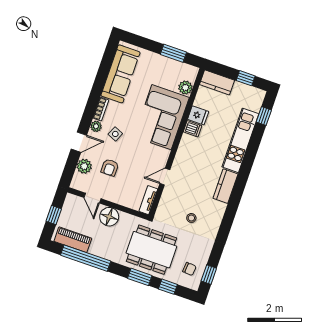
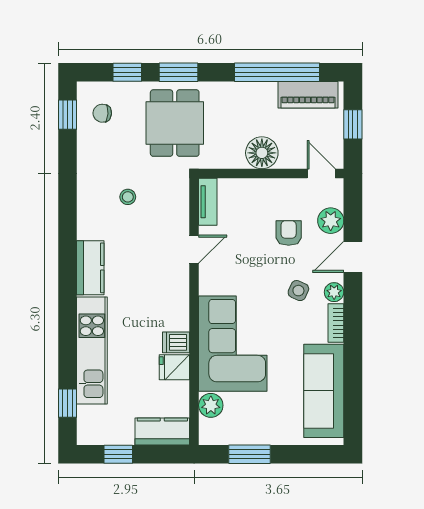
door: (92, 198) -> (321, 174), moved
dining table: (151, 250) -> (175, 123), width x0.73

